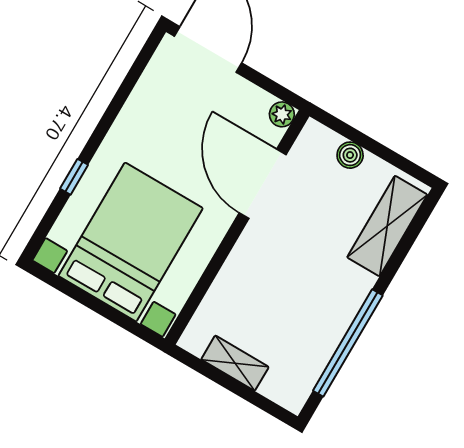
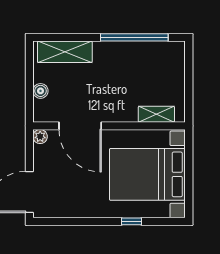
door: (263, 184) -> (80, 126), hinge flipped
shelving: (235, 363) -> (156, 114), moved, turned 90

